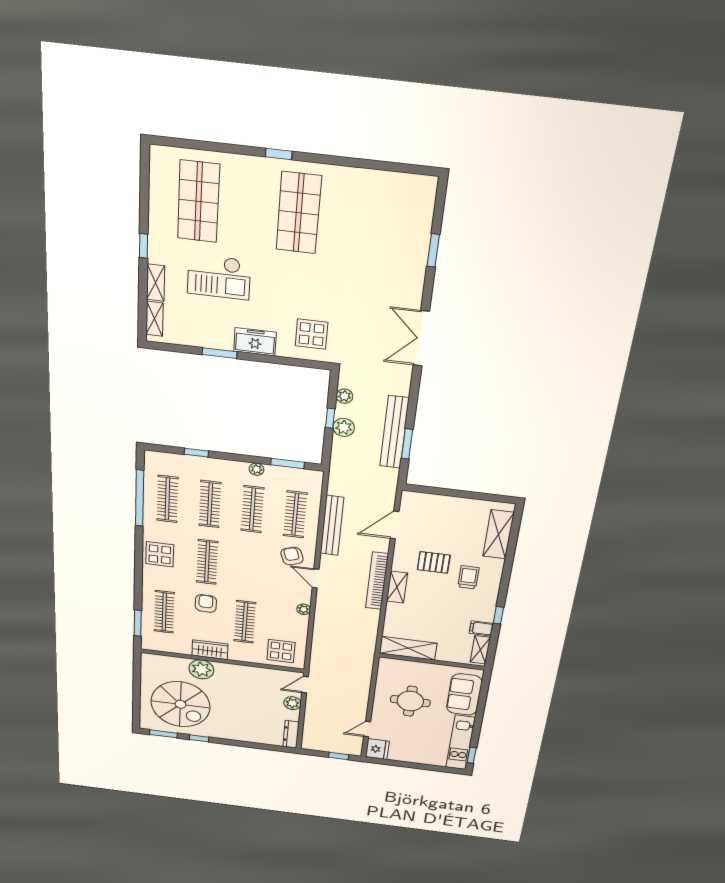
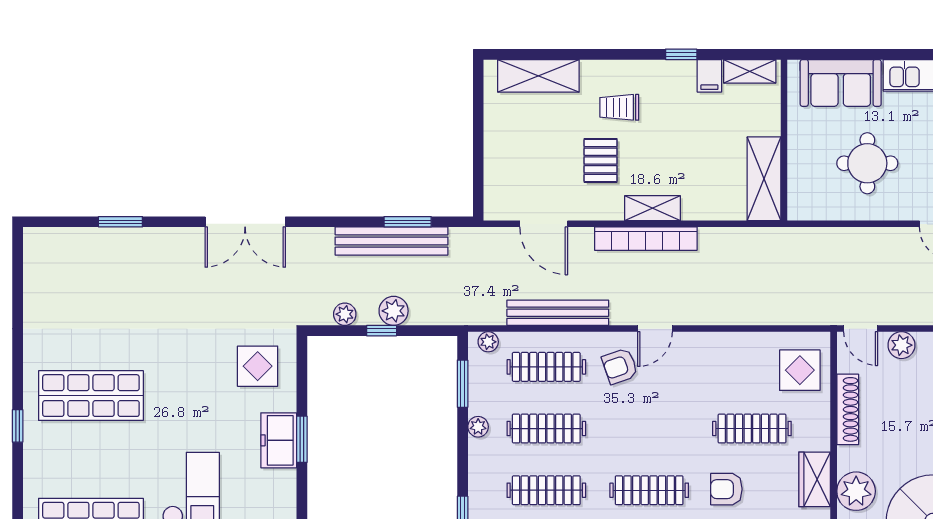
window: (220, 353) -> (302, 439), moved
plant: (304, 609) -> (488, 342), moved
shoe rack: (254, 672) -> (848, 409), added

